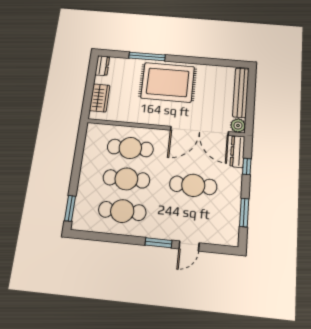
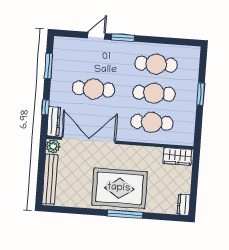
window: (147, 56) -> (125, 214), moved
wardrobe: (100, 98) -> (177, 156), moved, turned -90
window: (70, 208) -> (201, 94), moved

